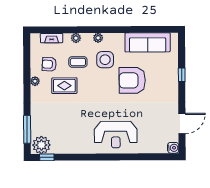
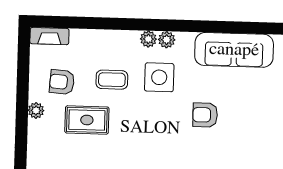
fireplace: (52, 38) -> (49, 36), moved
plant: (76, 38) -> (167, 40), moved
armchair: (132, 80) -> (205, 115), width x0.53, depth x0.53

